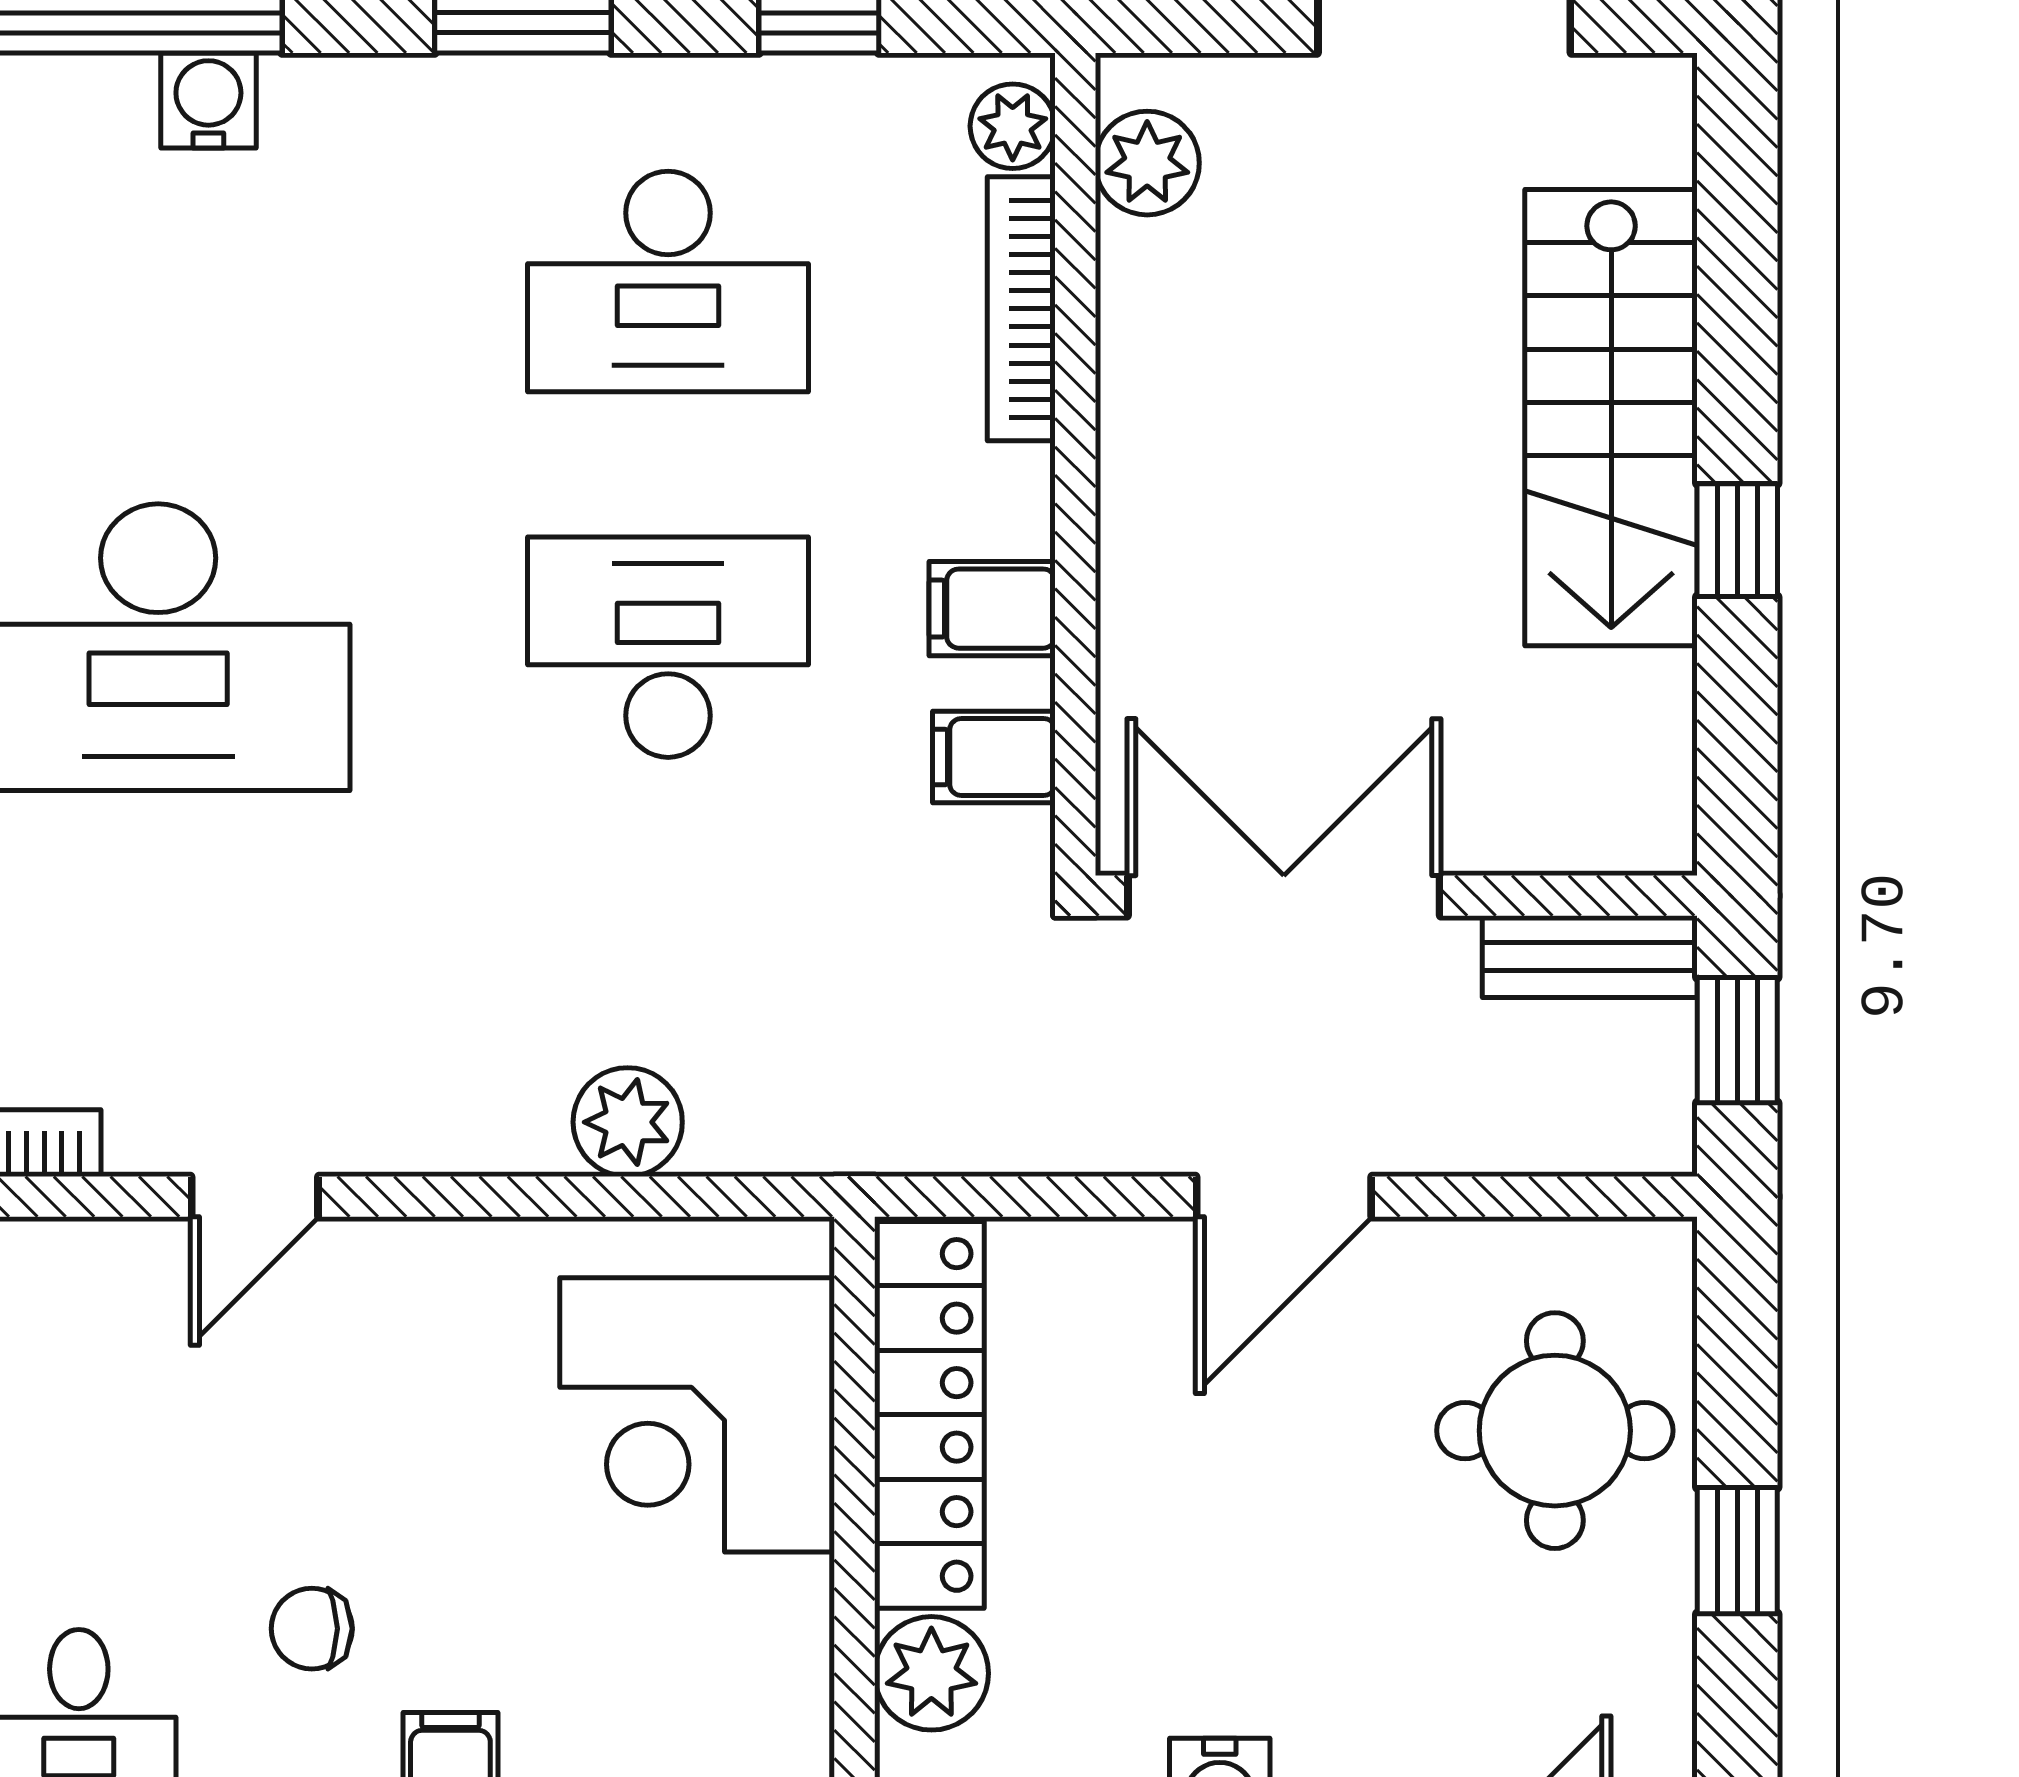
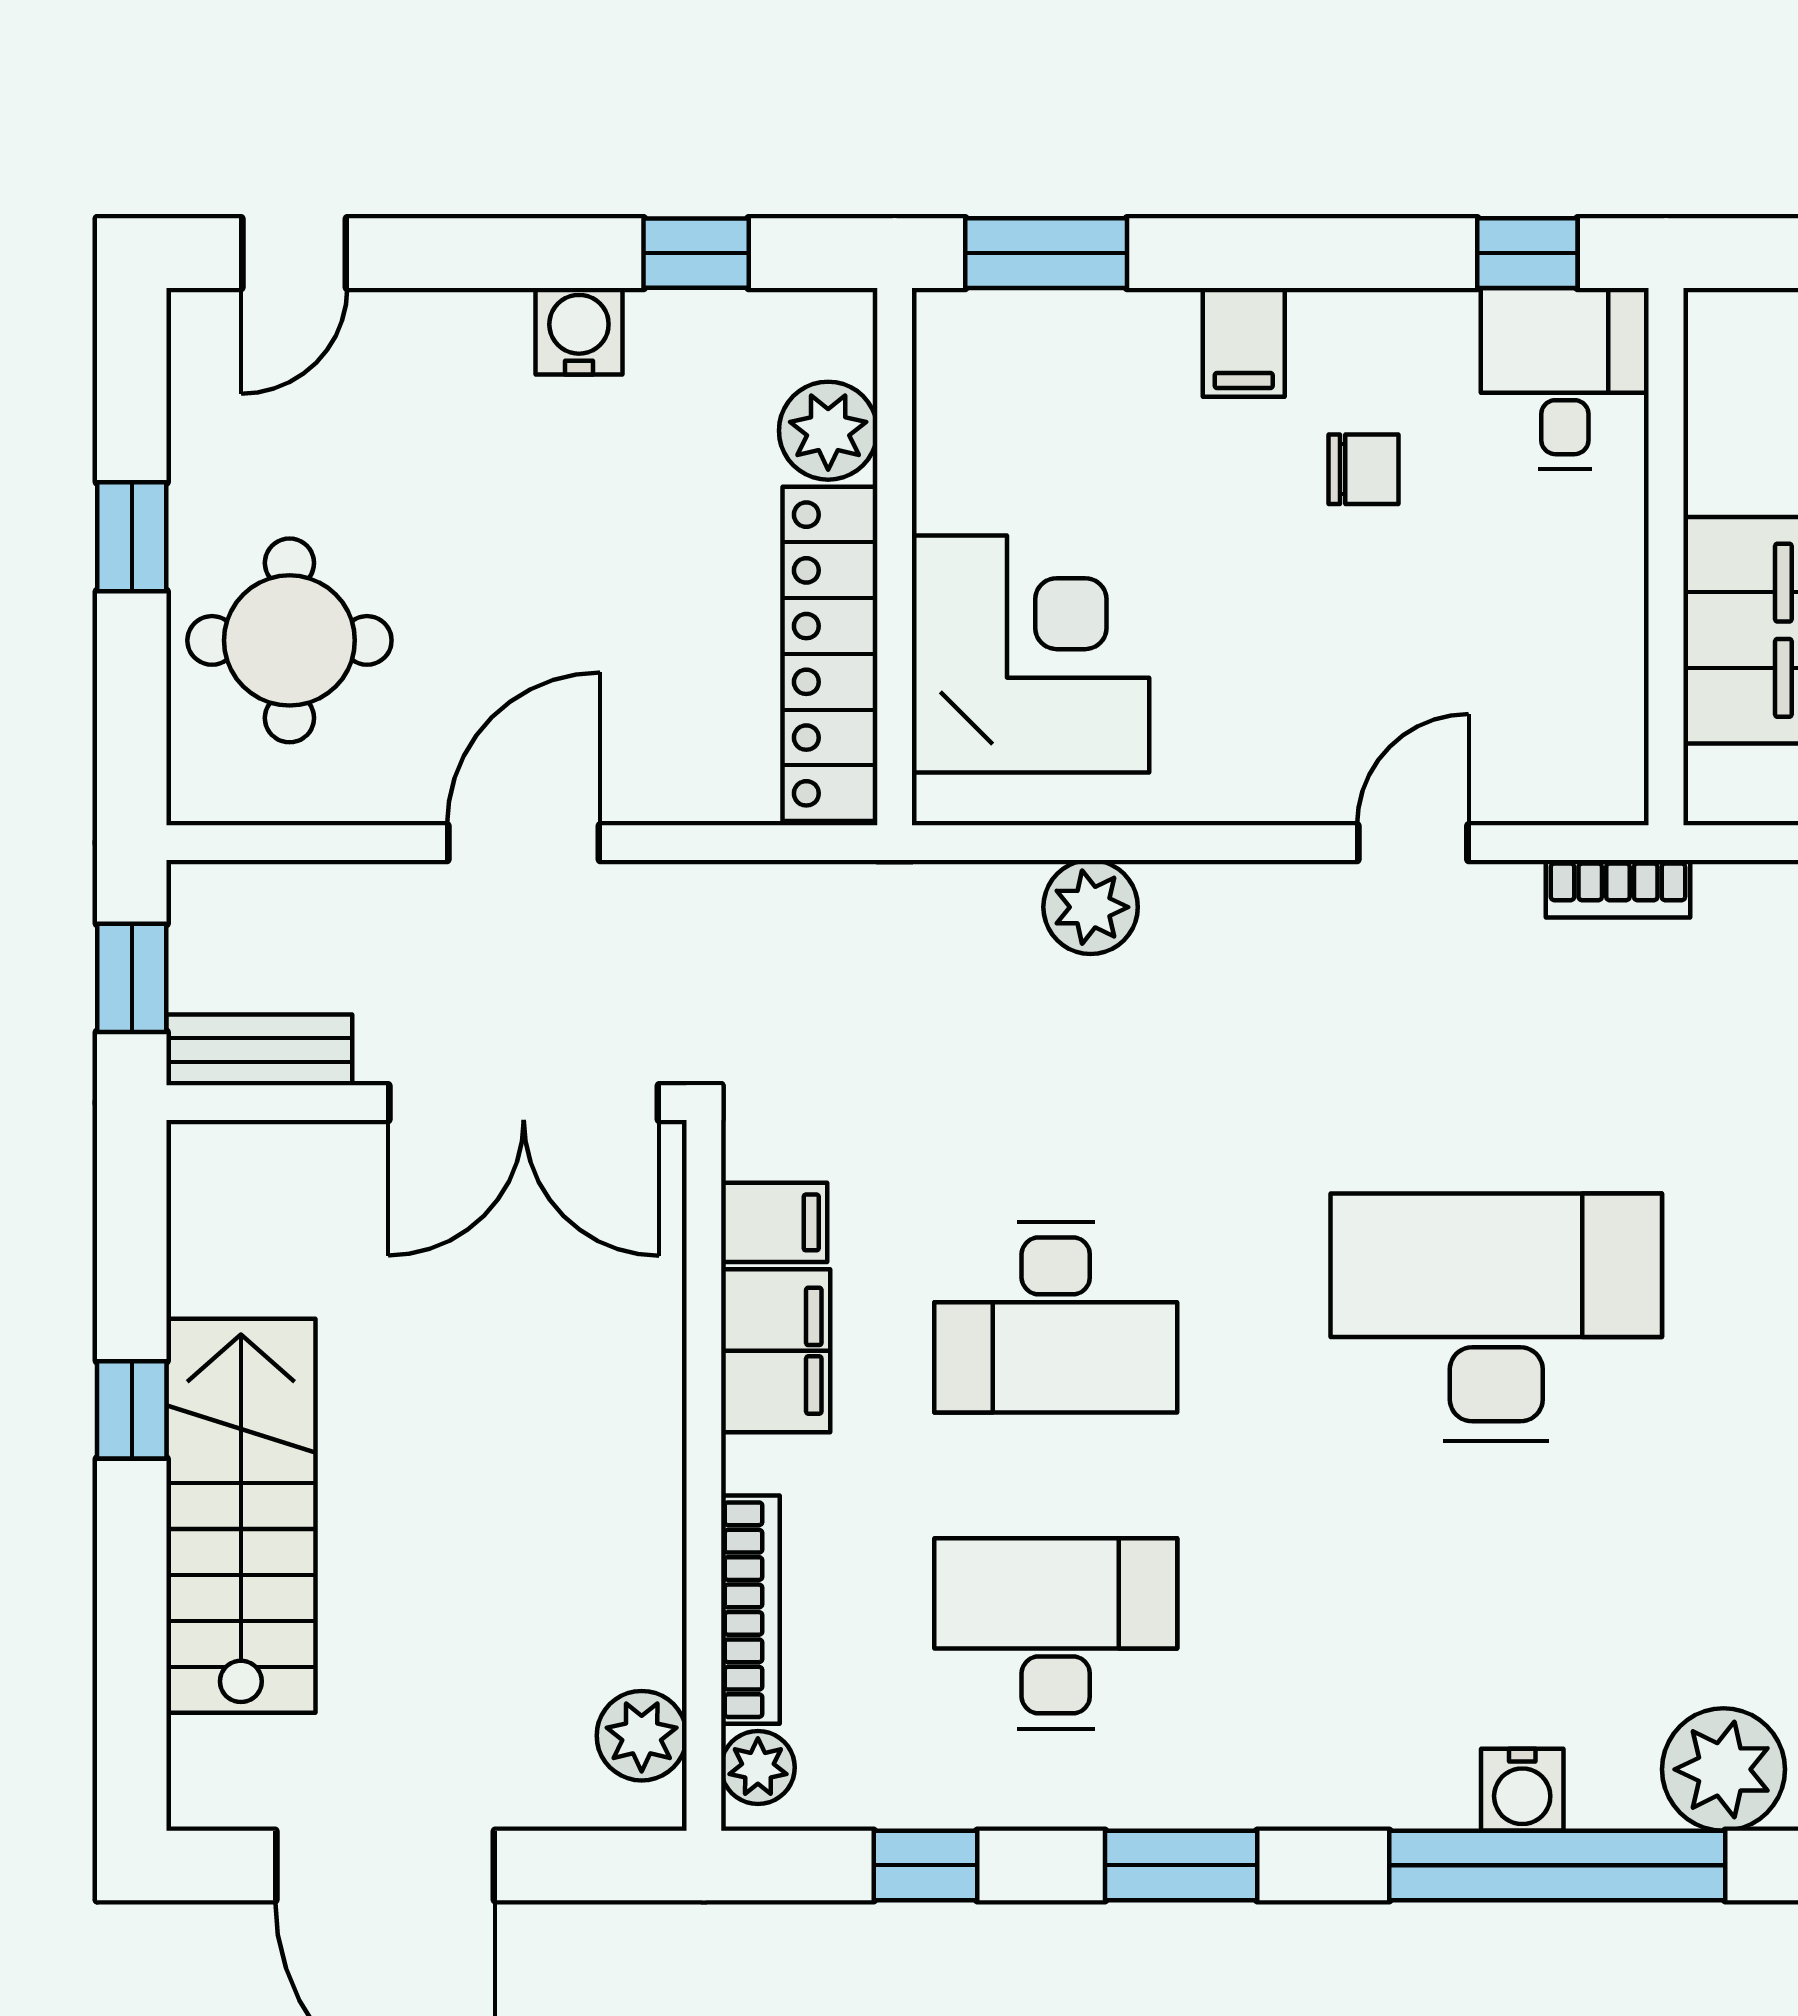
water cooler: (208, 101) -> (1522, 1790), moved
filing cabinet: (992, 609) -> (776, 1351), width x2.00

